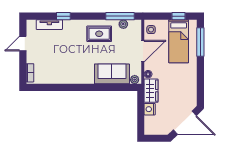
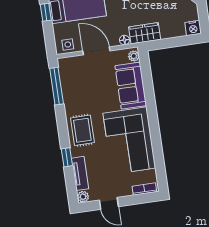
plant: (123, 24) -> (83, 197), moved
rug: (99, 34) -> (82, 130), moved
corner sofa: (69, 67) -> (129, 141), added
nightstand: (150, 109) -> (193, 28), moved

